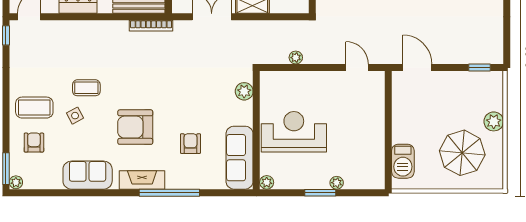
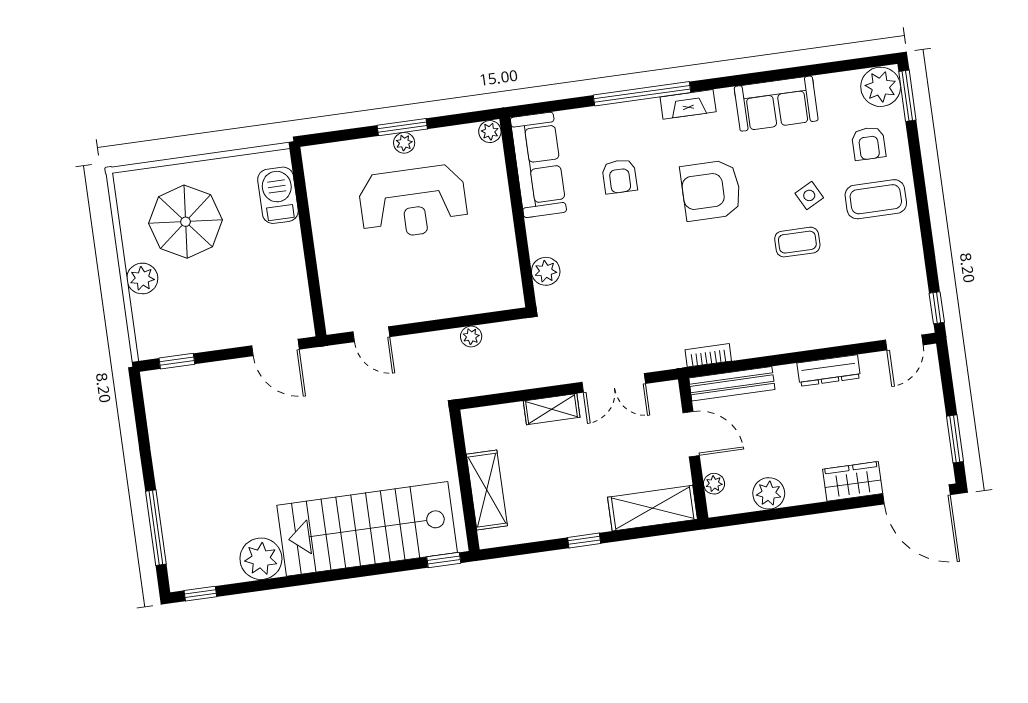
bookcase: (151, 26) -> (708, 355), width x0.64
armchair: (135, 127) -> (711, 190), turned 180
reception desk: (294, 132) -> (413, 202), moved
fireplace: (142, 180) -> (688, 104), width x0.73, depth x0.76
plant: (16, 182) -> (881, 87), width x1.88, depth x1.88
plant: (337, 183) -> (404, 143), moved

